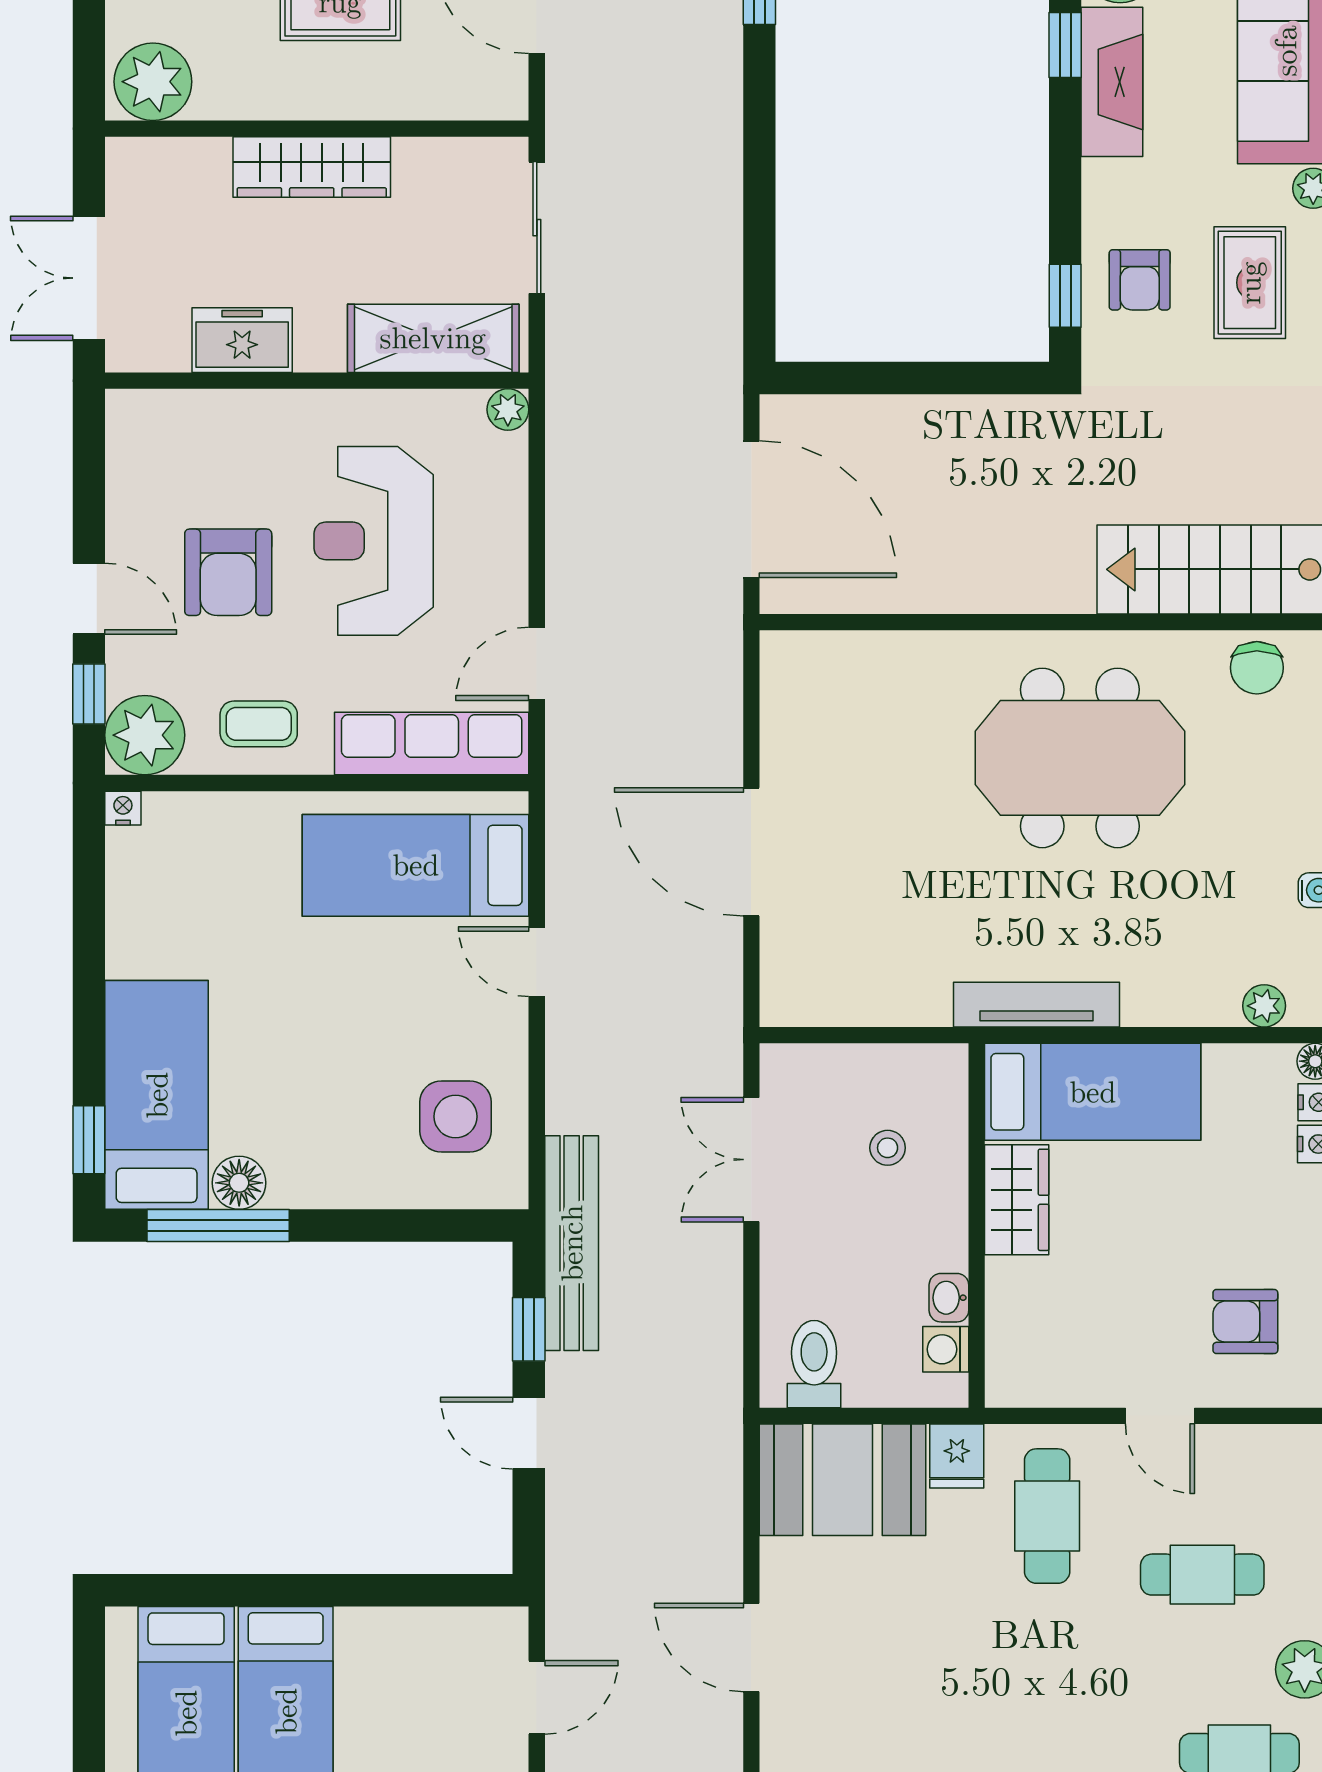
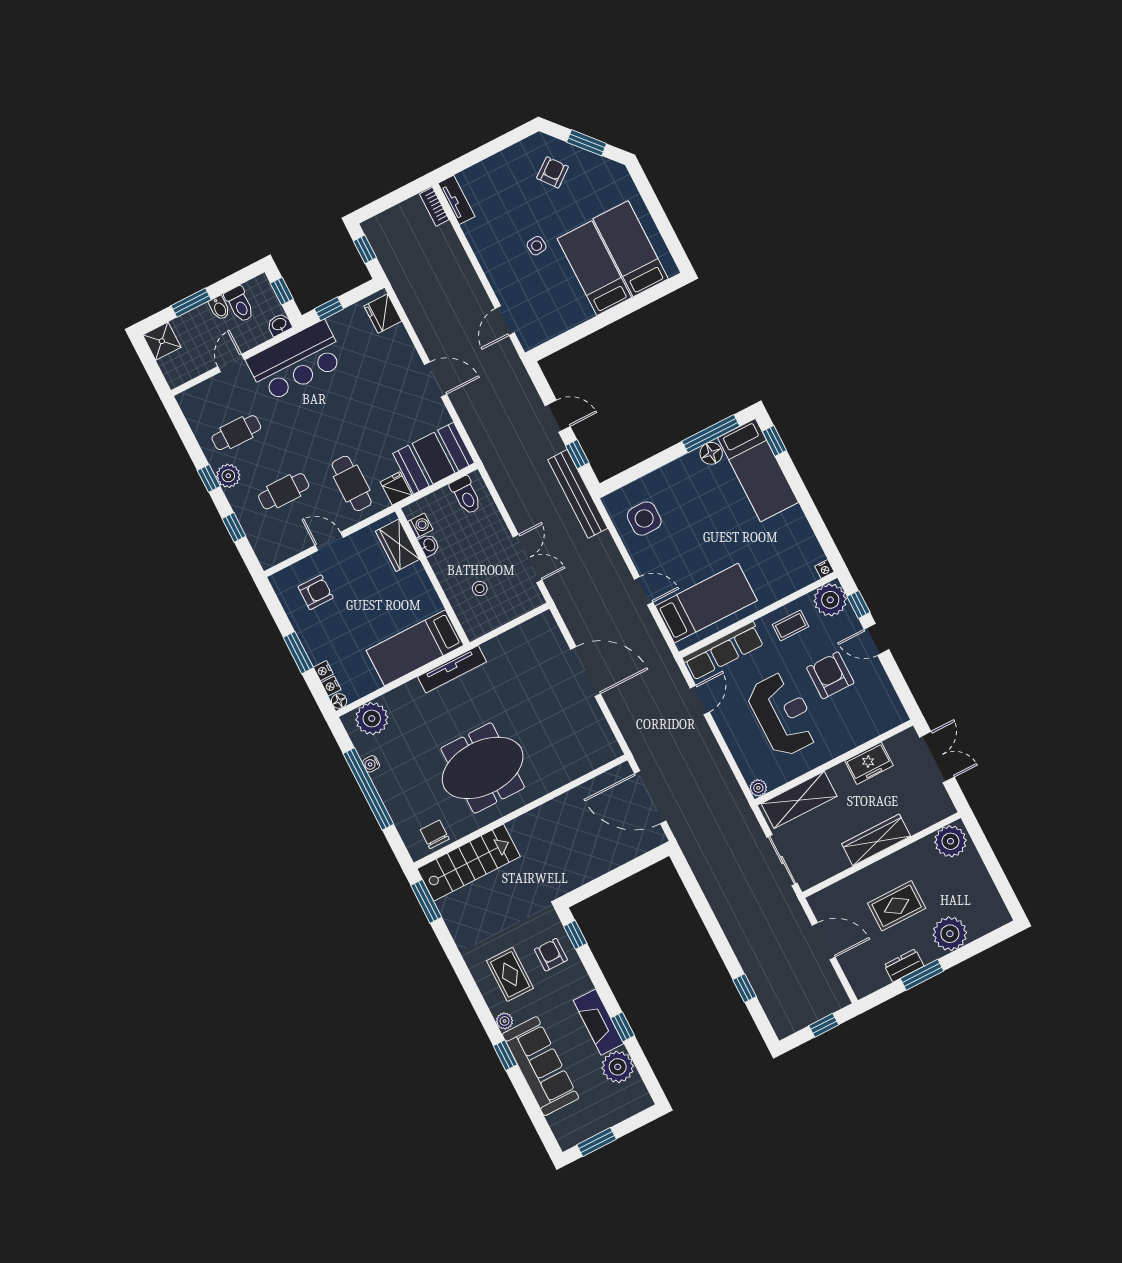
plant: (1264, 1006) -> (372, 718), width x1.87, depth x1.87
wardrobe: (1017, 1200) -> (398, 545), moved

